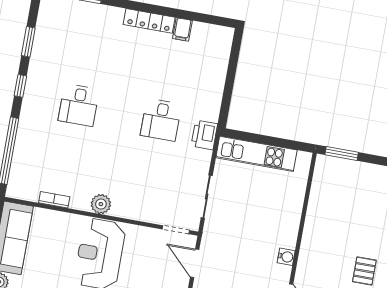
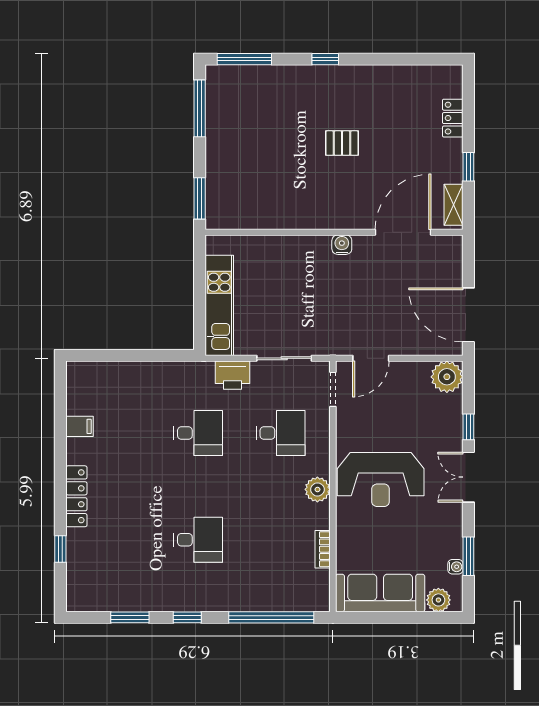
locker: (149, 21) -> (76, 496), moved
printer: (204, 135) -> (233, 375), moved
desk: (150, 183) -> (281, 433), added

